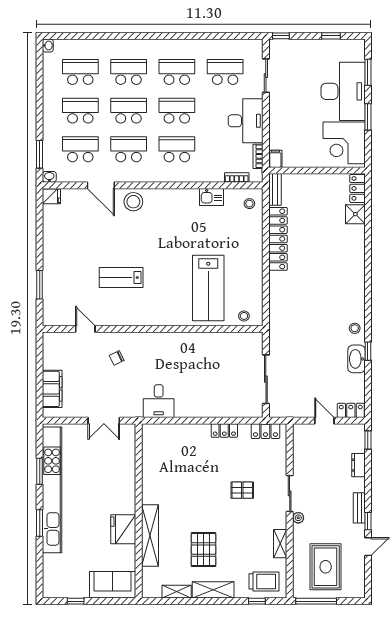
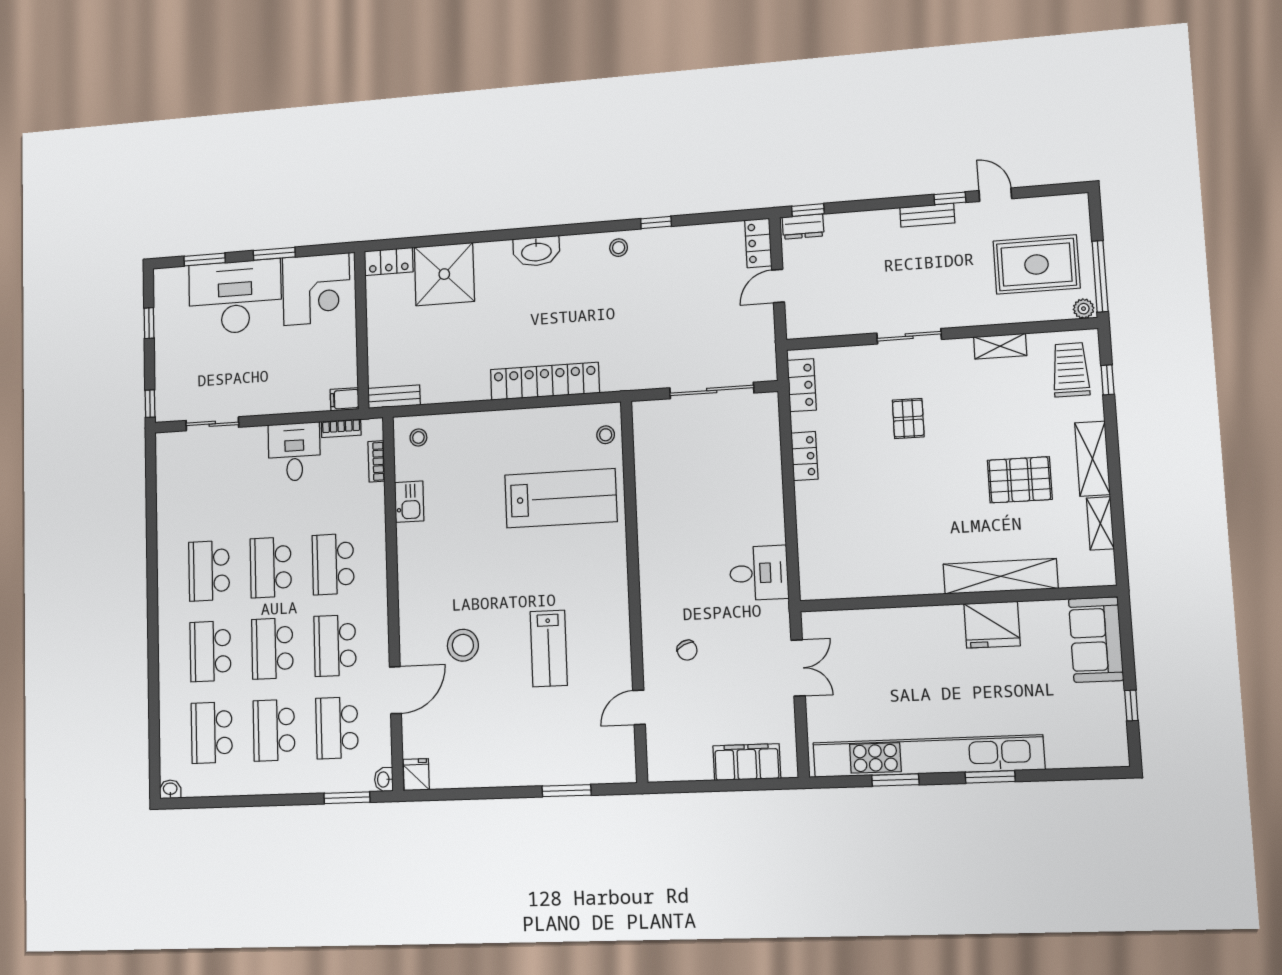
school desk: (225, 72) -> (208, 491), removed
desk: (246, 121) -> (294, 452), width x0.73
stool: (133, 202) -> (463, 645), moved
shower: (355, 214) -> (444, 274), width x1.86, depth x1.86
locker: (278, 239) -> (545, 381), moved
washbasin: (356, 359) -> (536, 251), moved
dresser: (358, 465) -> (803, 227), moved
plant: (298, 518) -> (1084, 309), moved

